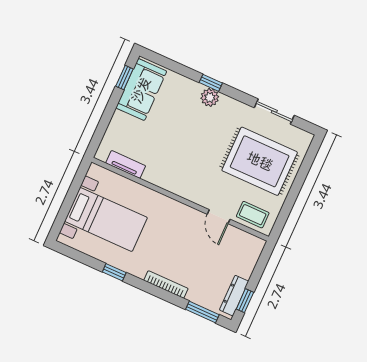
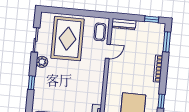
plant: (210, 97) -> (42, 62), moved
dresser: (234, 296) -> (124, 24), moved

